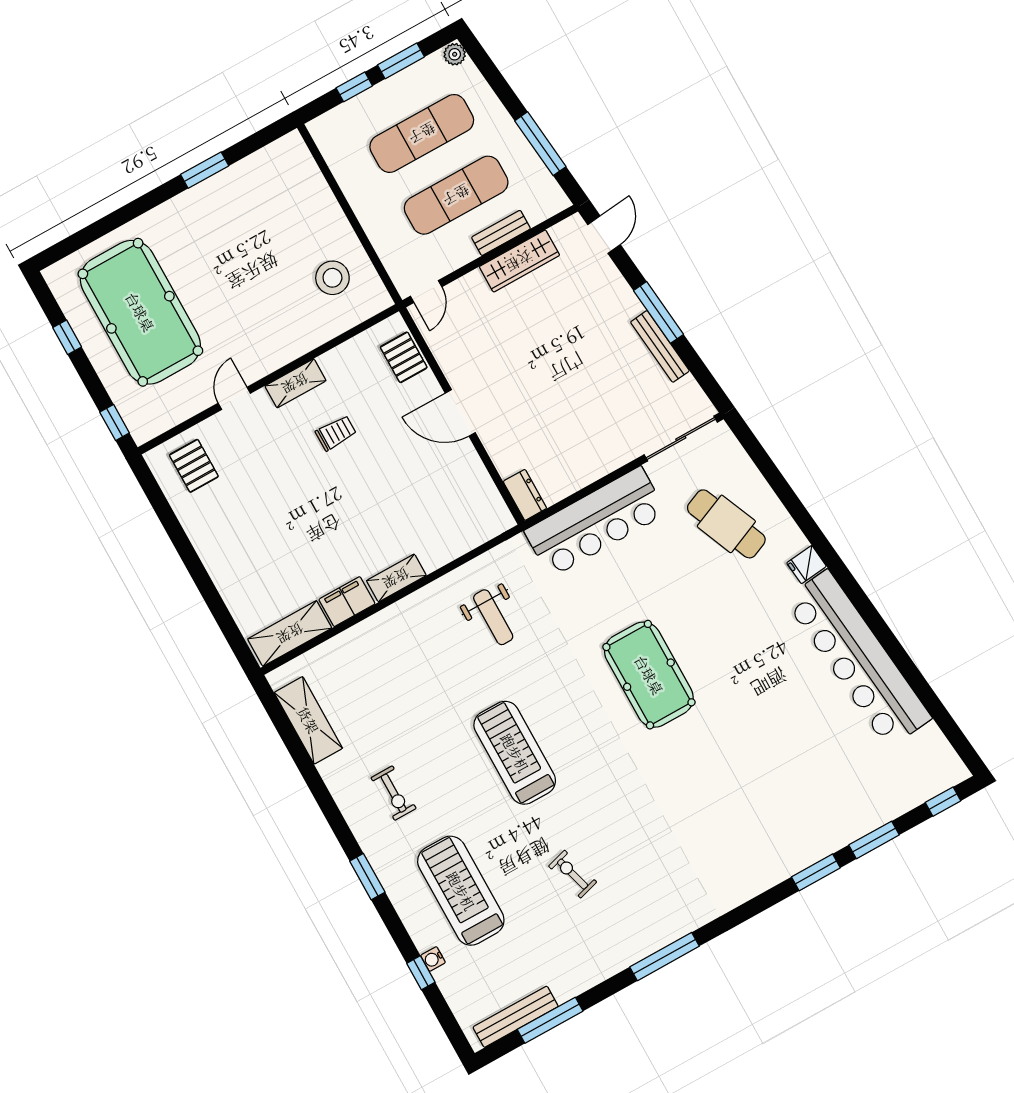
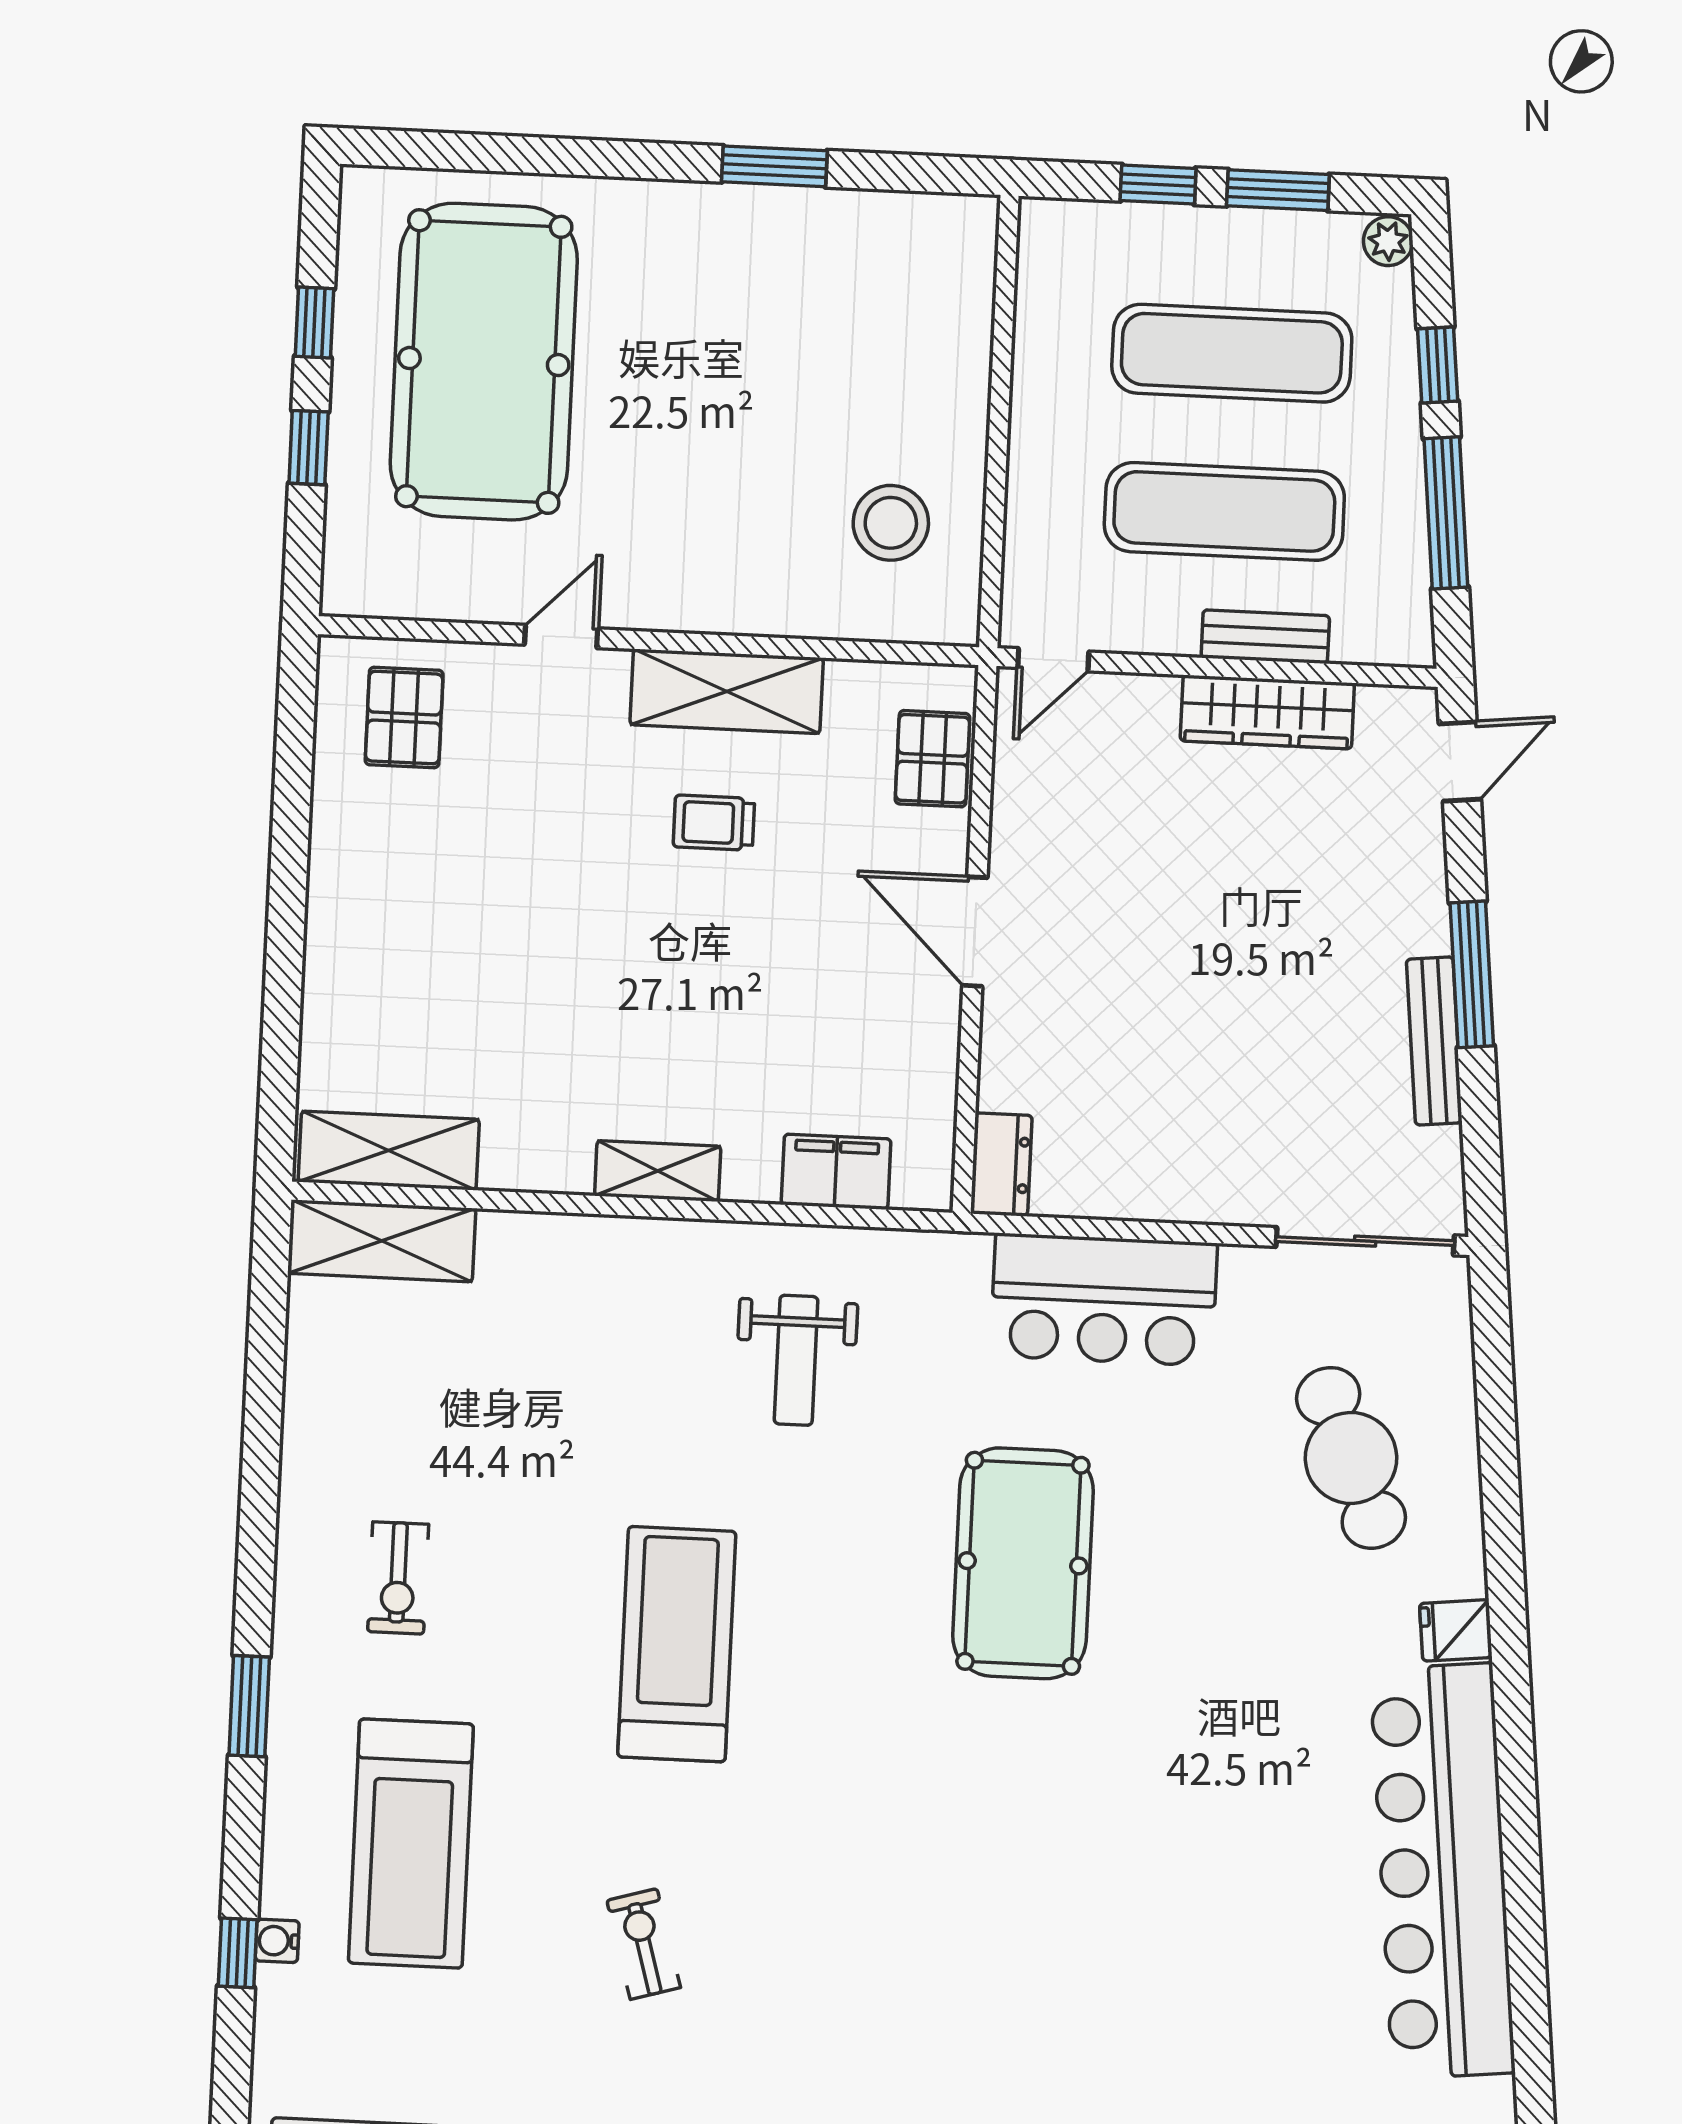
window: (502, 90) -> (1438, 365), added
shelving: (295, 383) -> (727, 691), width x1.50, depth x1.33
window: (115, 423) -> (309, 448), moved
trolley: (336, 433) -> (714, 823), turned 180
bar counter: (596, 522) -> (1104, 1300), width x0.73
filing cabinet: (347, 602) -> (836, 1172), moved
pool table: (649, 675) -> (1023, 1563), moved
shelving: (308, 720) -> (382, 1241), moved, turned 90
treadmill: (461, 891) -> (411, 1844), turned 180

